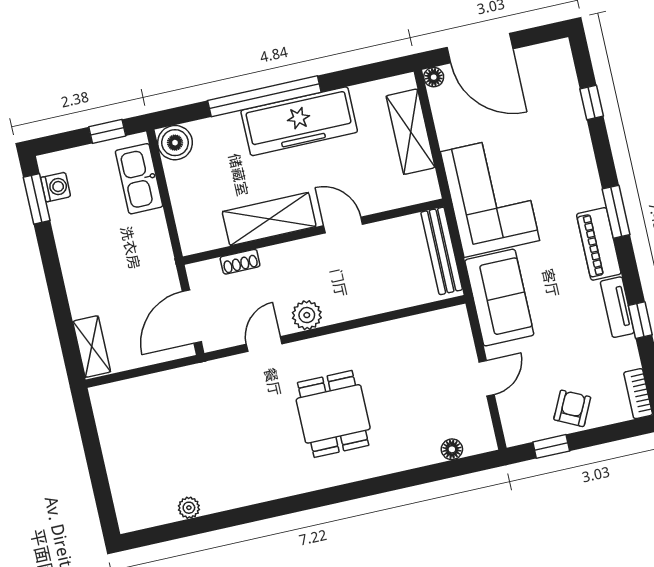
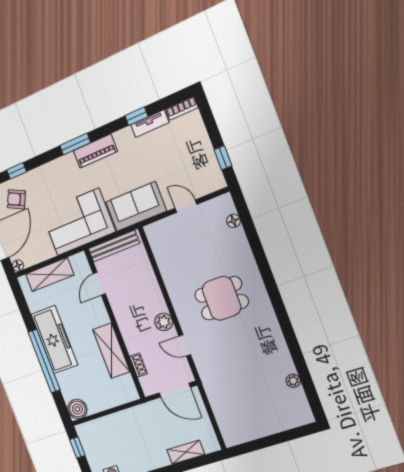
kitchen sink: (139, 179) -> (100, 428), removed
door: (343, 225) -> (99, 284), moved
tv unit: (617, 307) -> (150, 124), moved
shelving: (92, 347) -> (186, 452), moved
armchair: (572, 408) -> (16, 199), moved

